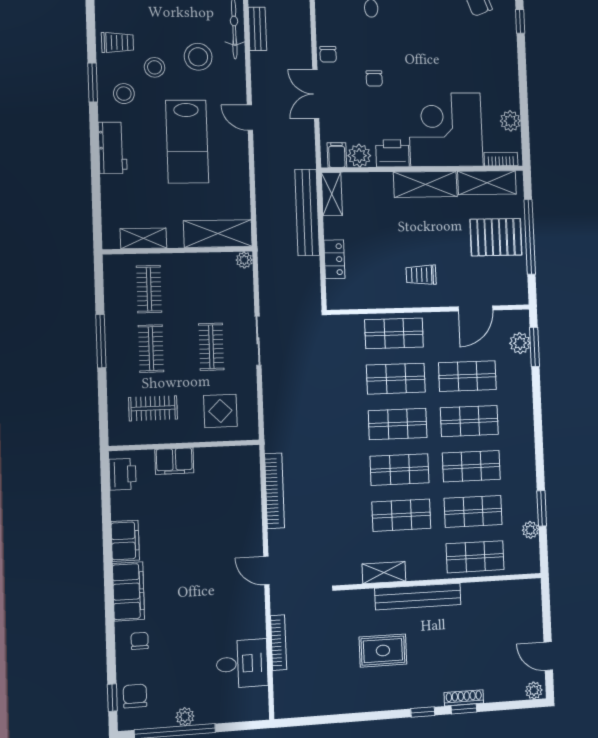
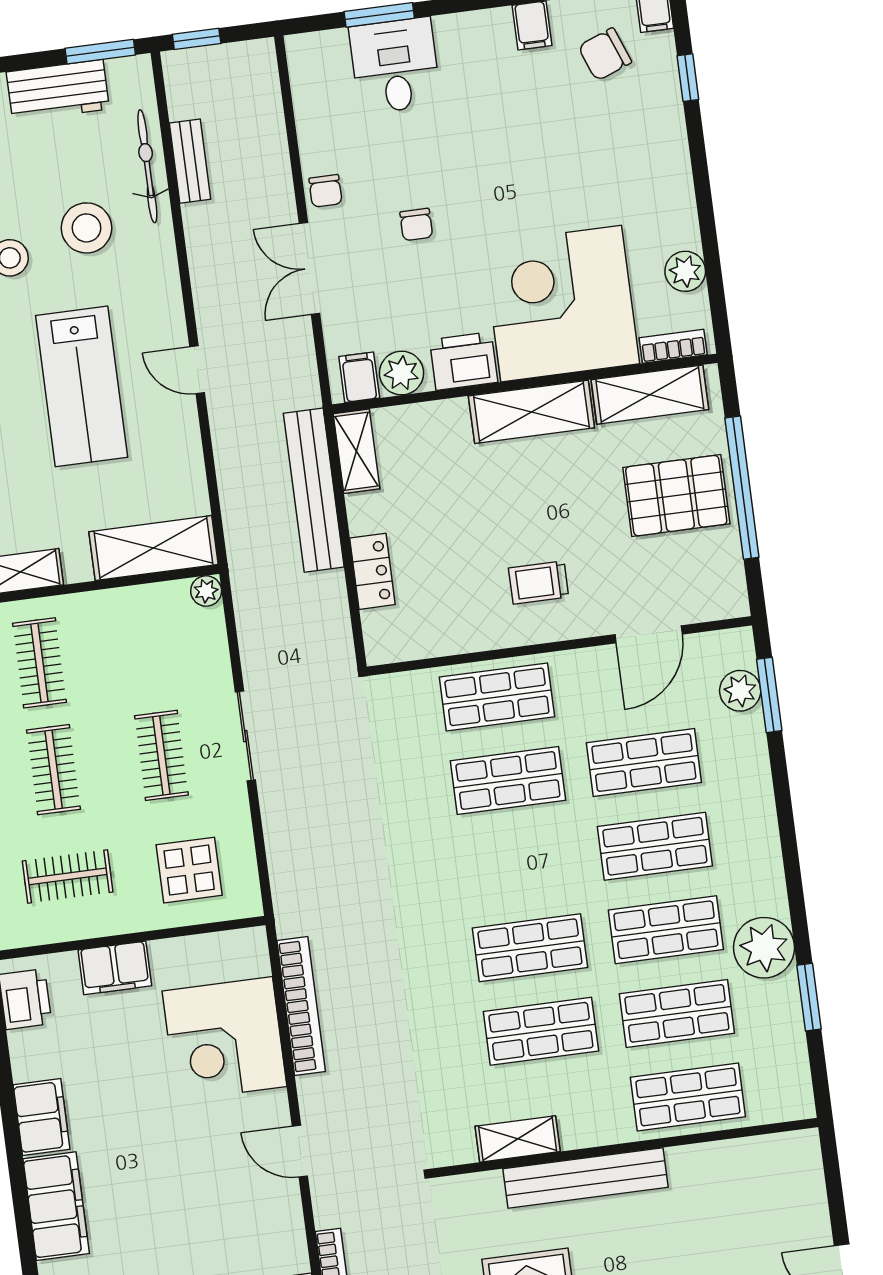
door: (250, 118) -> (197, 370), moved
shop shelf: (398, 424) -> (519, 864), removed
corner desk: (231, 505) -> (224, 1039), added
plant: (530, 530) -> (764, 948), moved, width x1.87, depth x1.87

